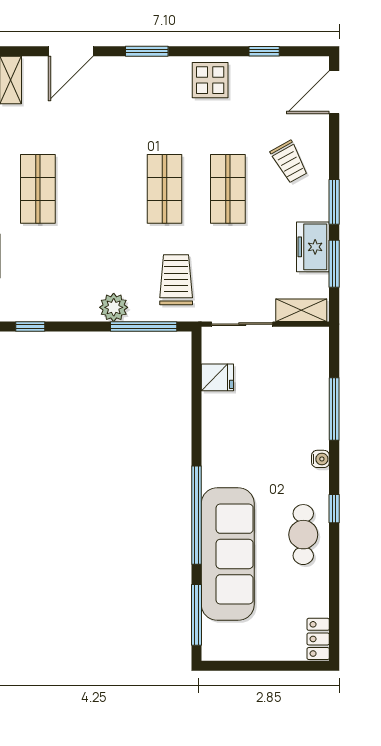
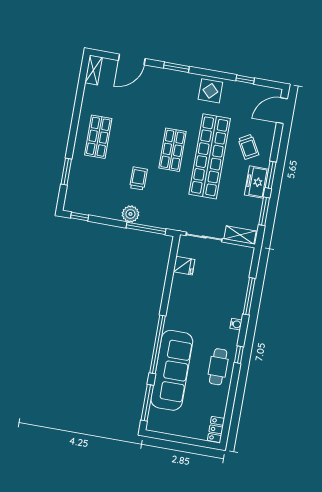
shop shelf: (228, 189) -> (210, 156), width x2.00, depth x1.36
freezer: (313, 247) -> (257, 182), moved
trolley: (176, 280) -> (138, 178), moved, width x0.73, depth x0.72

